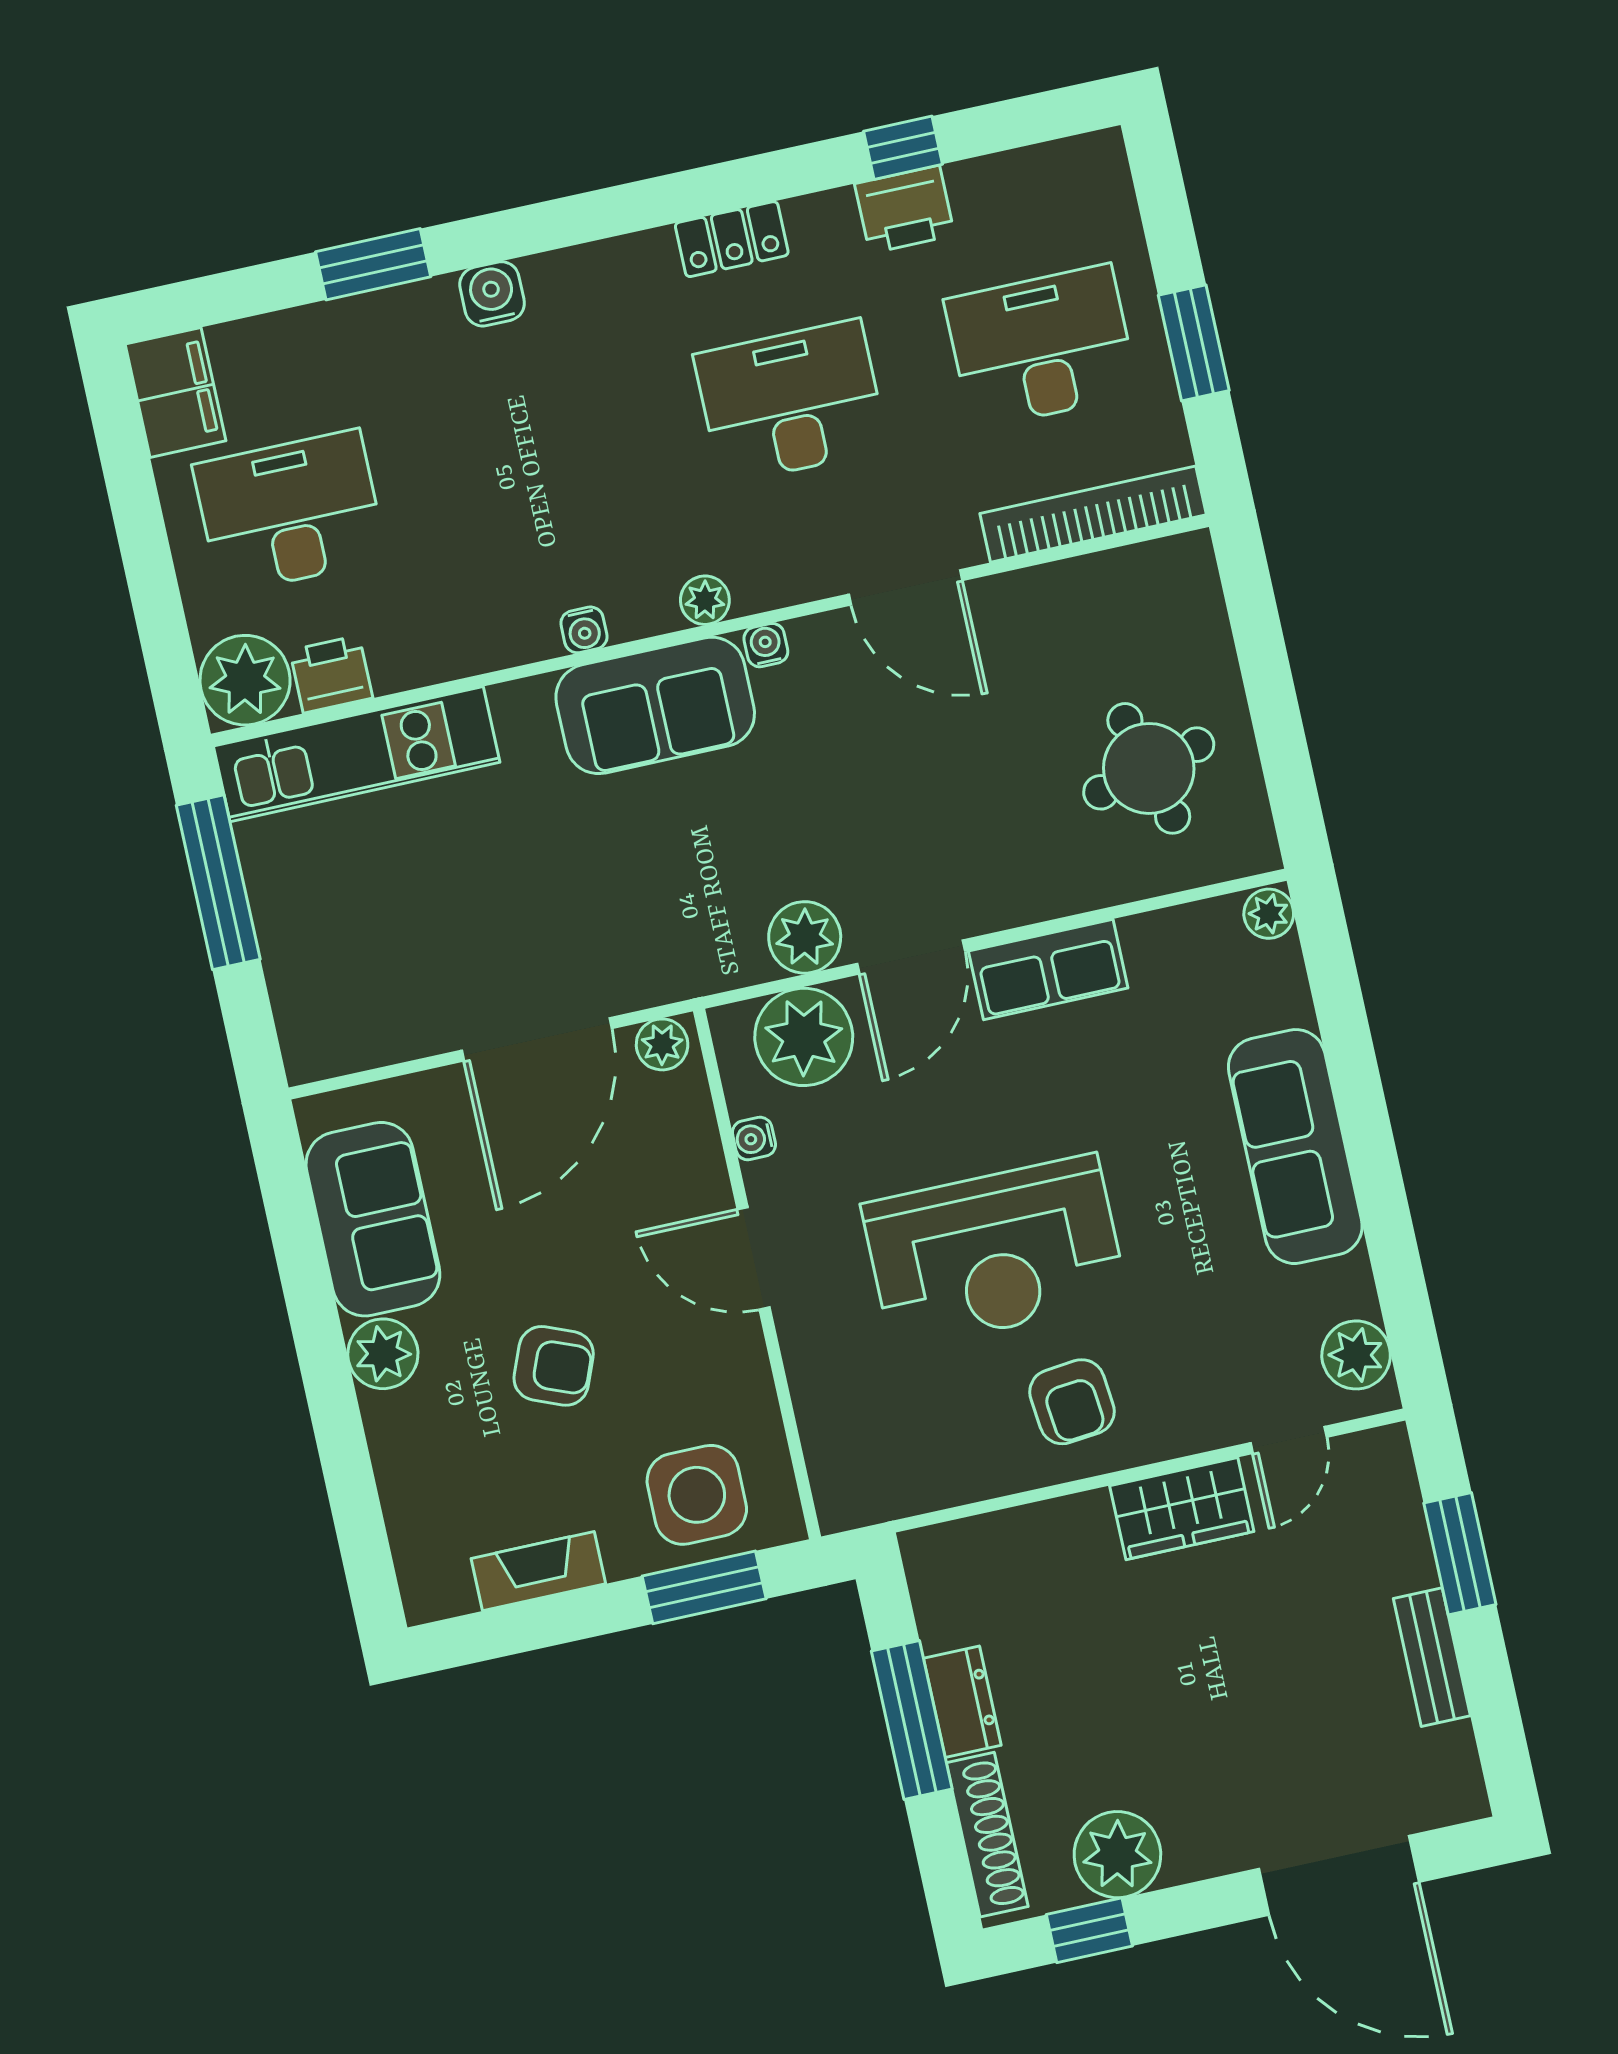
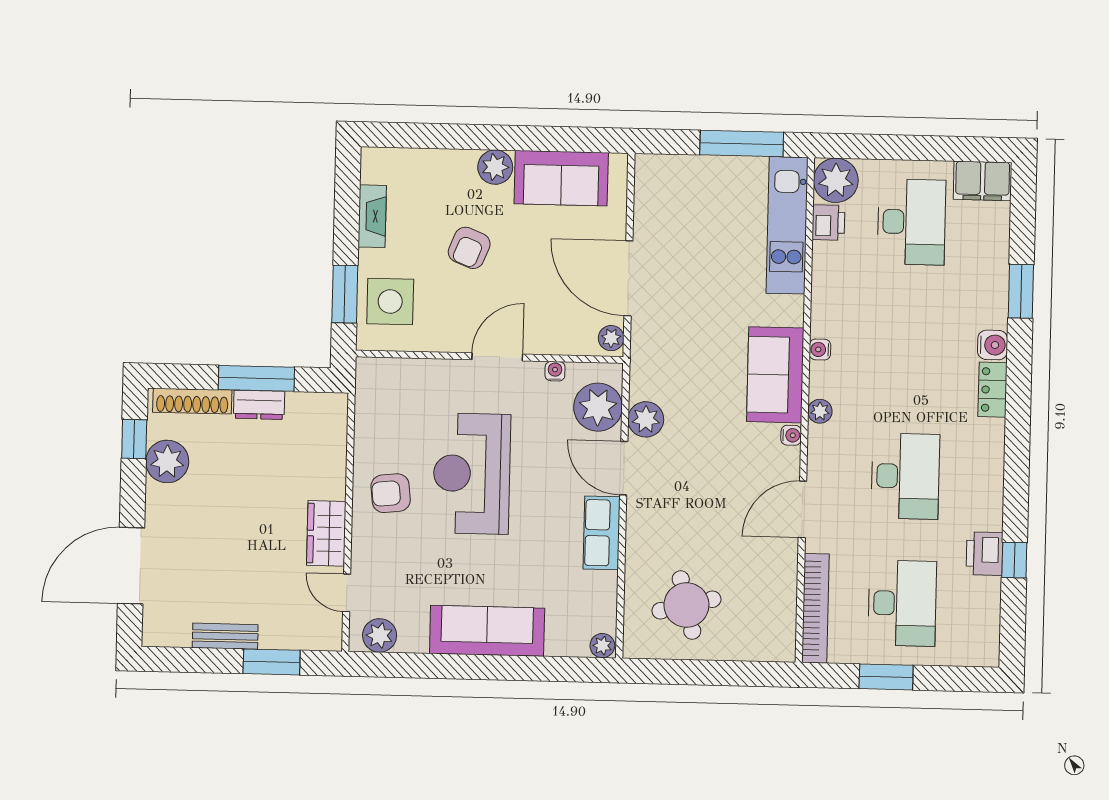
locker: (732, 239) -> (992, 390), moved

